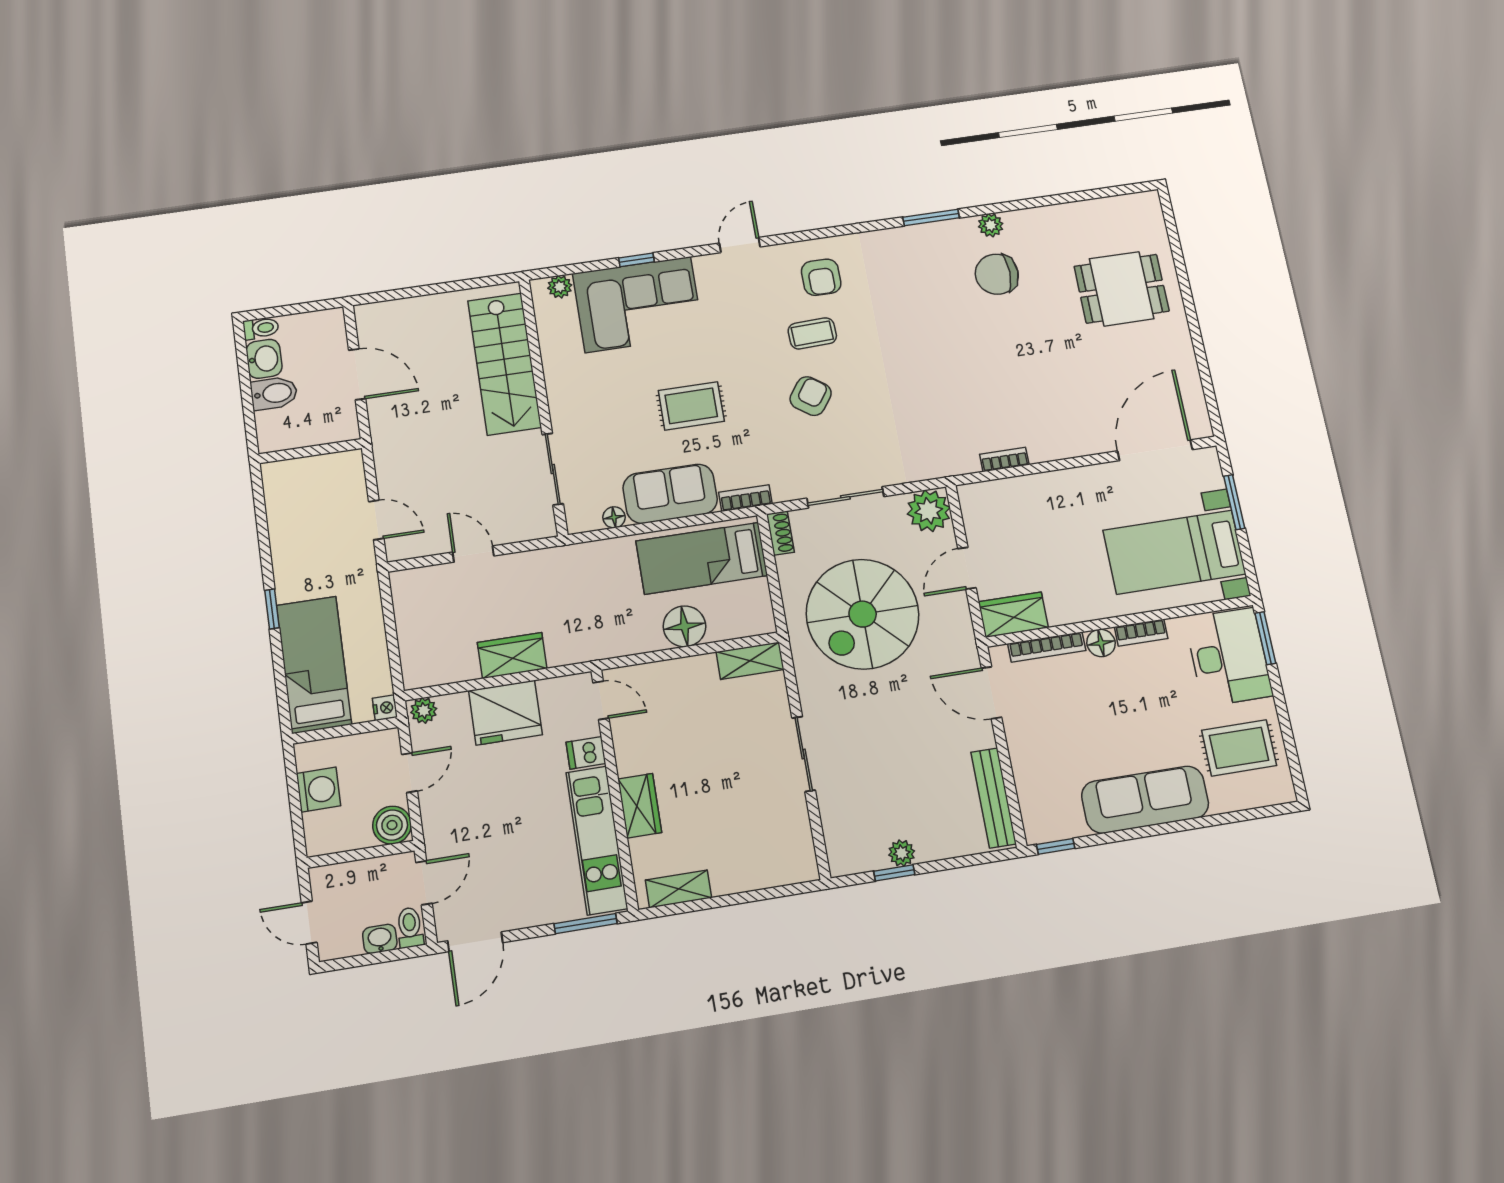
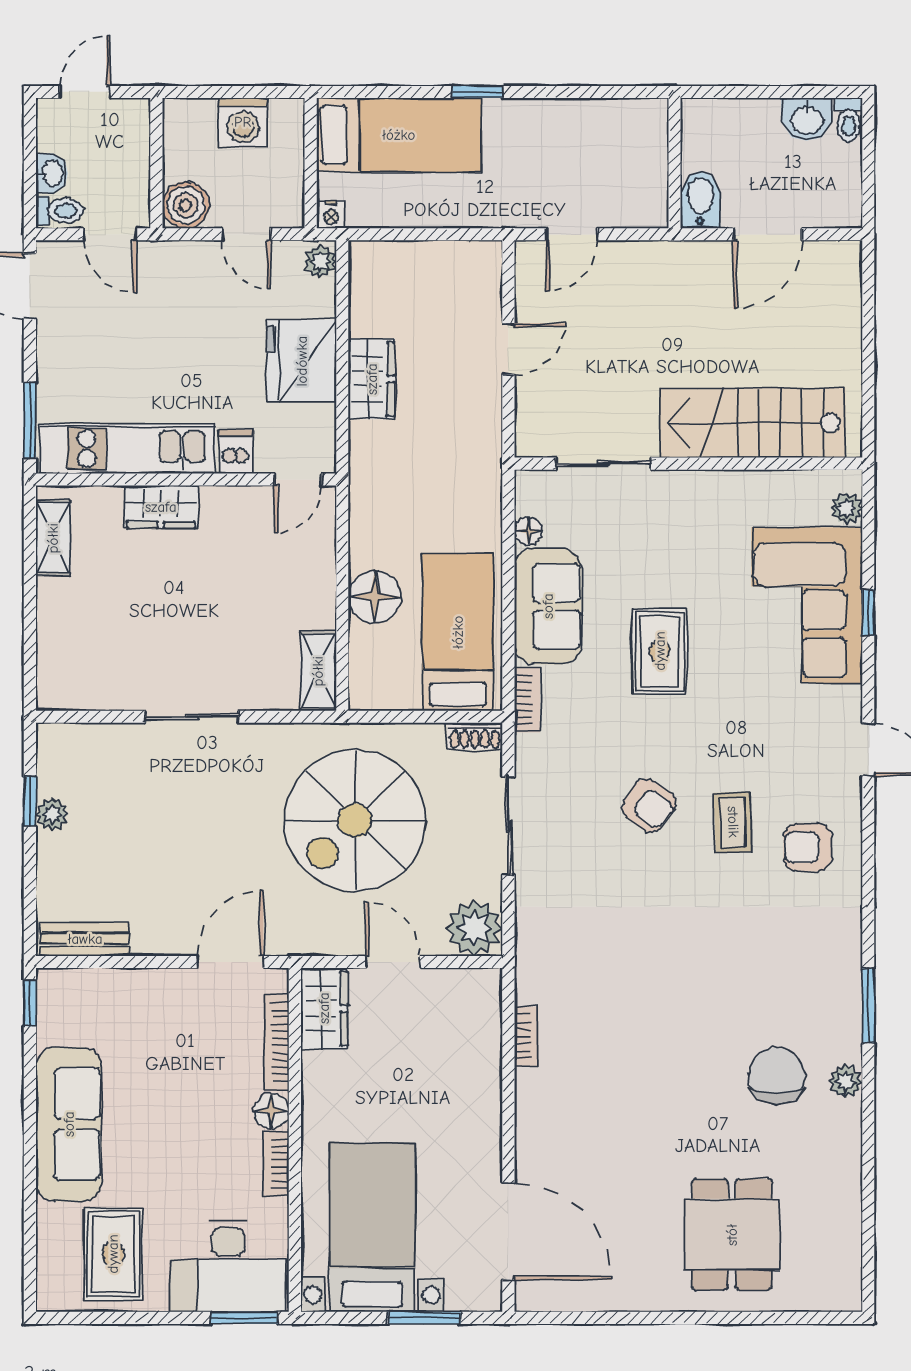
bidet: (274, 393) -> (700, 200), moved, turned 180
spiral stairs: (863, 614) -> (355, 820), turned -90
bench: (994, 798) -> (85, 939), width x0.73

